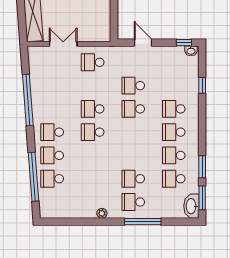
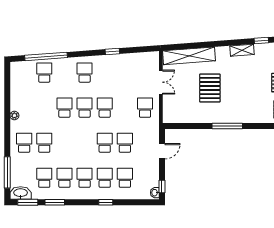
window: (202, 85) -> (106, 202), moved
school desk: (174, 86) -> (125, 178), added
window: (28, 100) -> (112, 52), width x0.32
school desk: (52, 155) -> (64, 108), moved
window: (143, 222) -> (7, 172), moved

